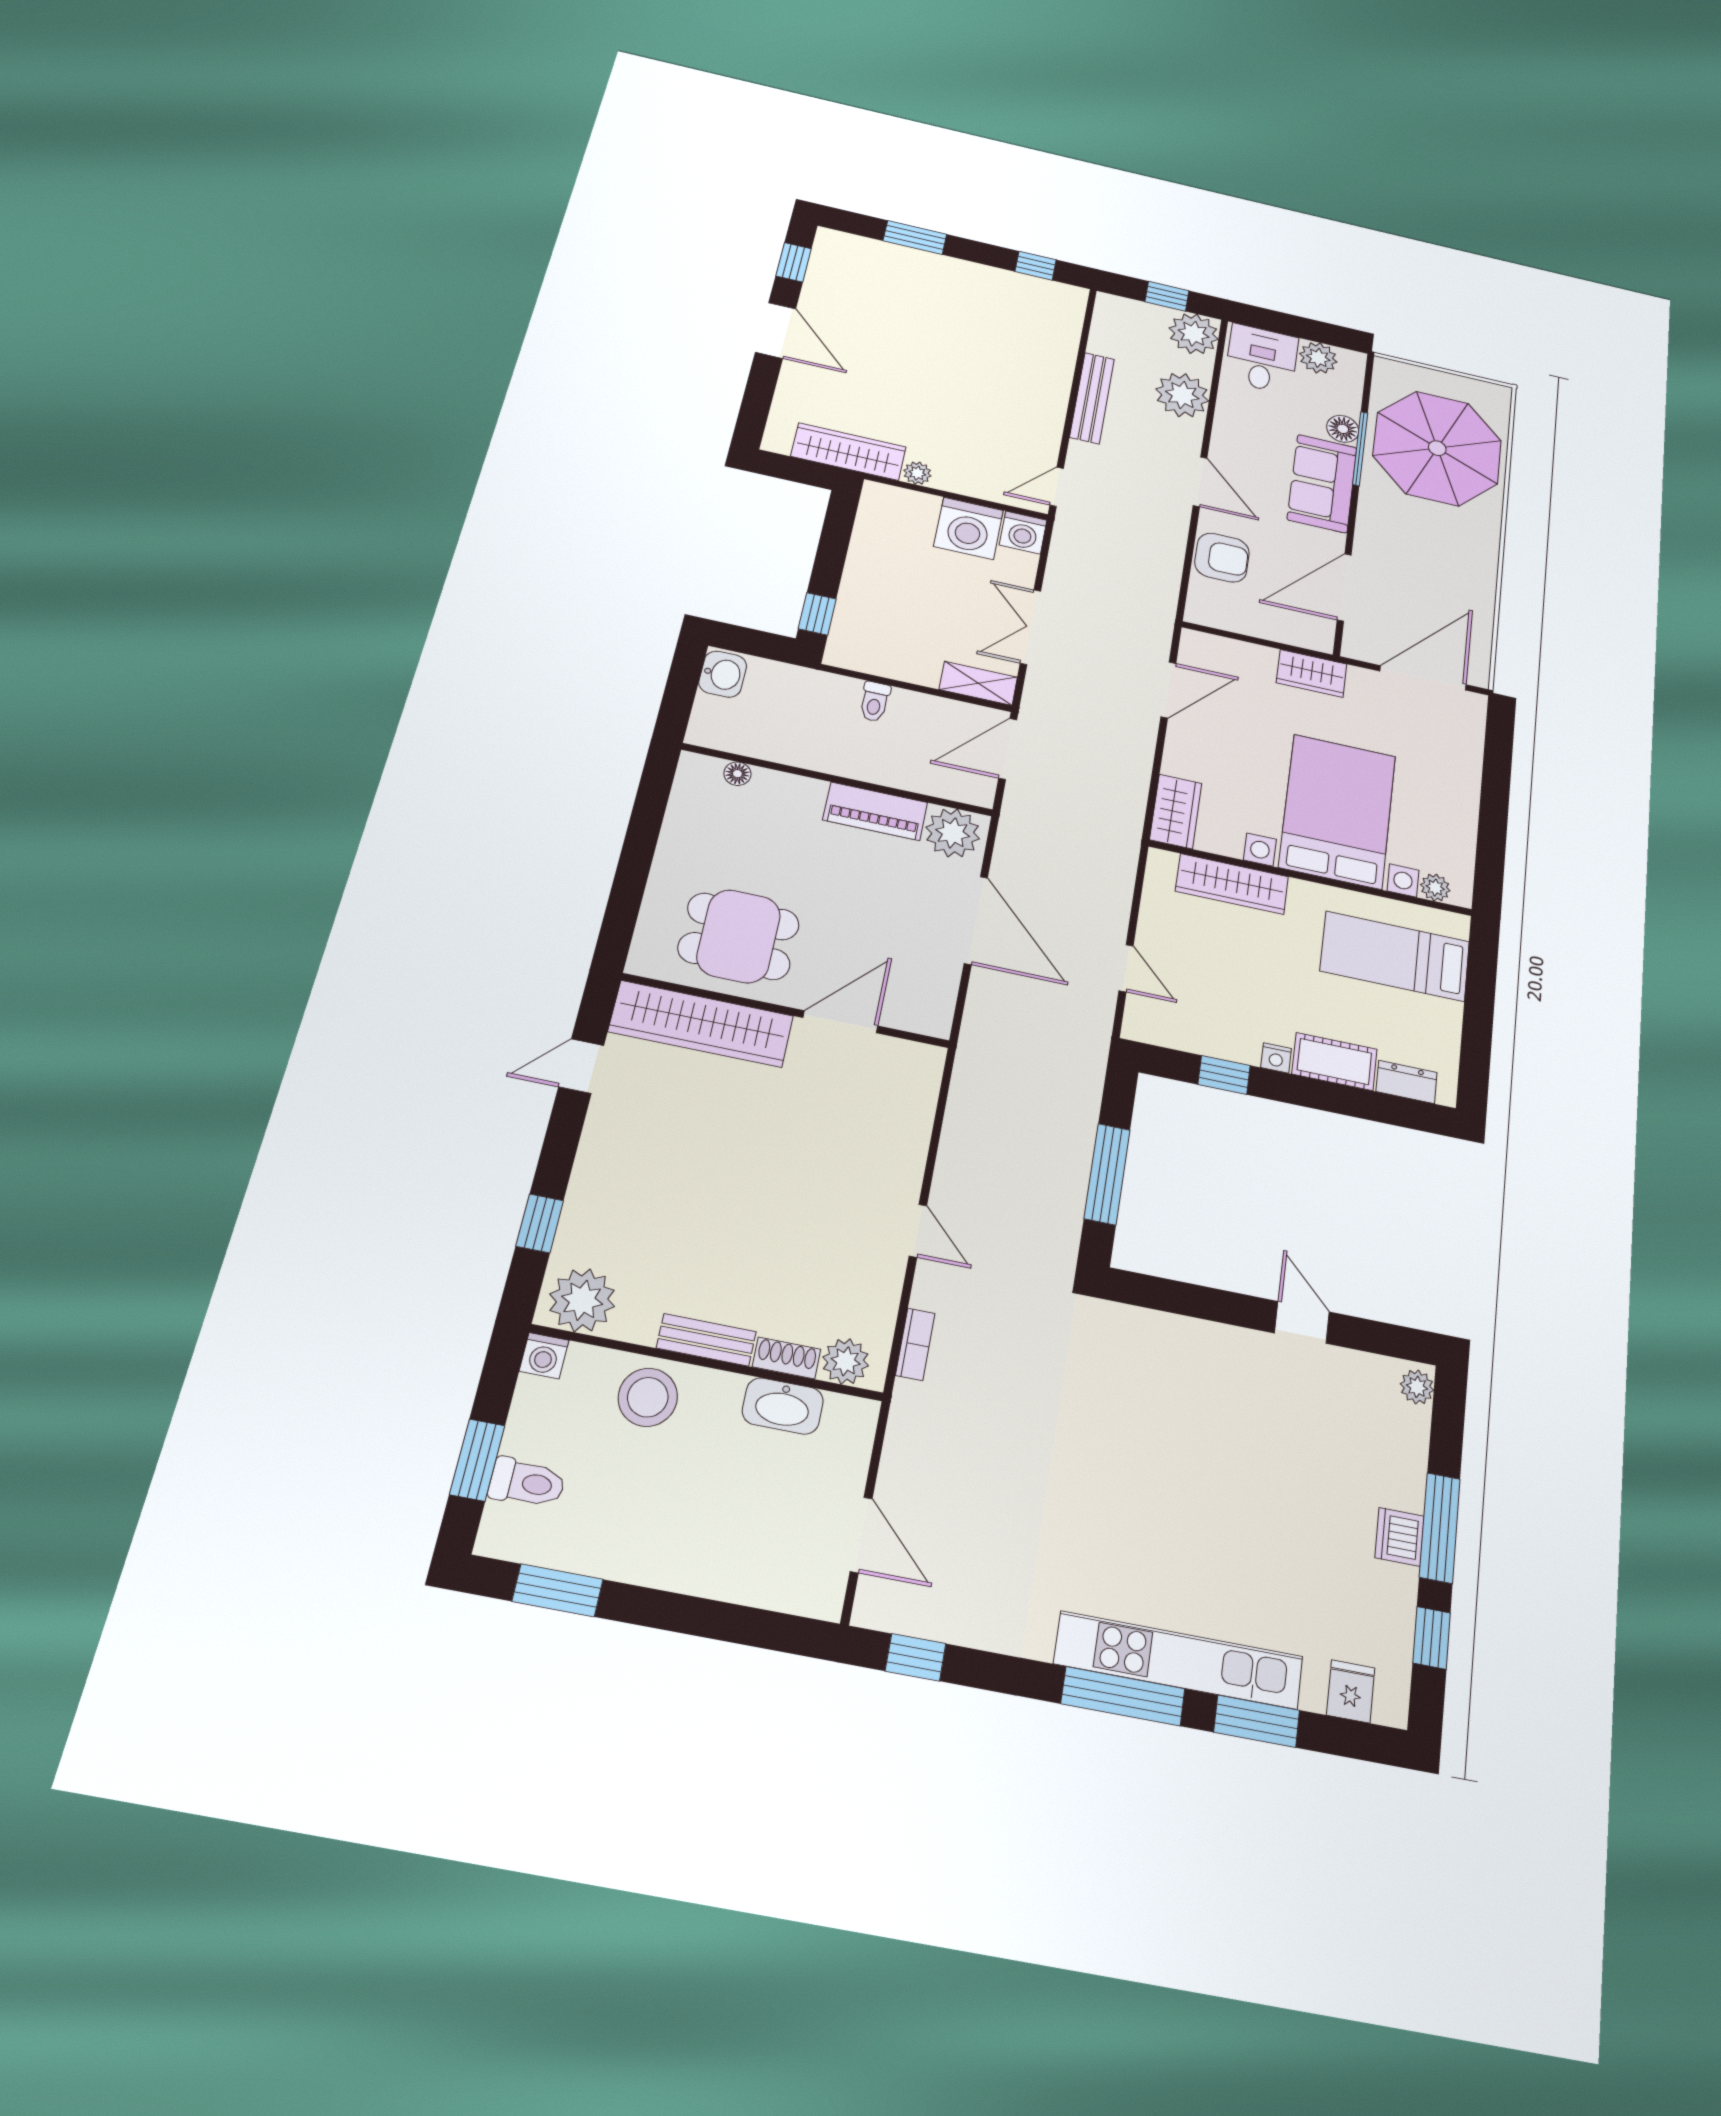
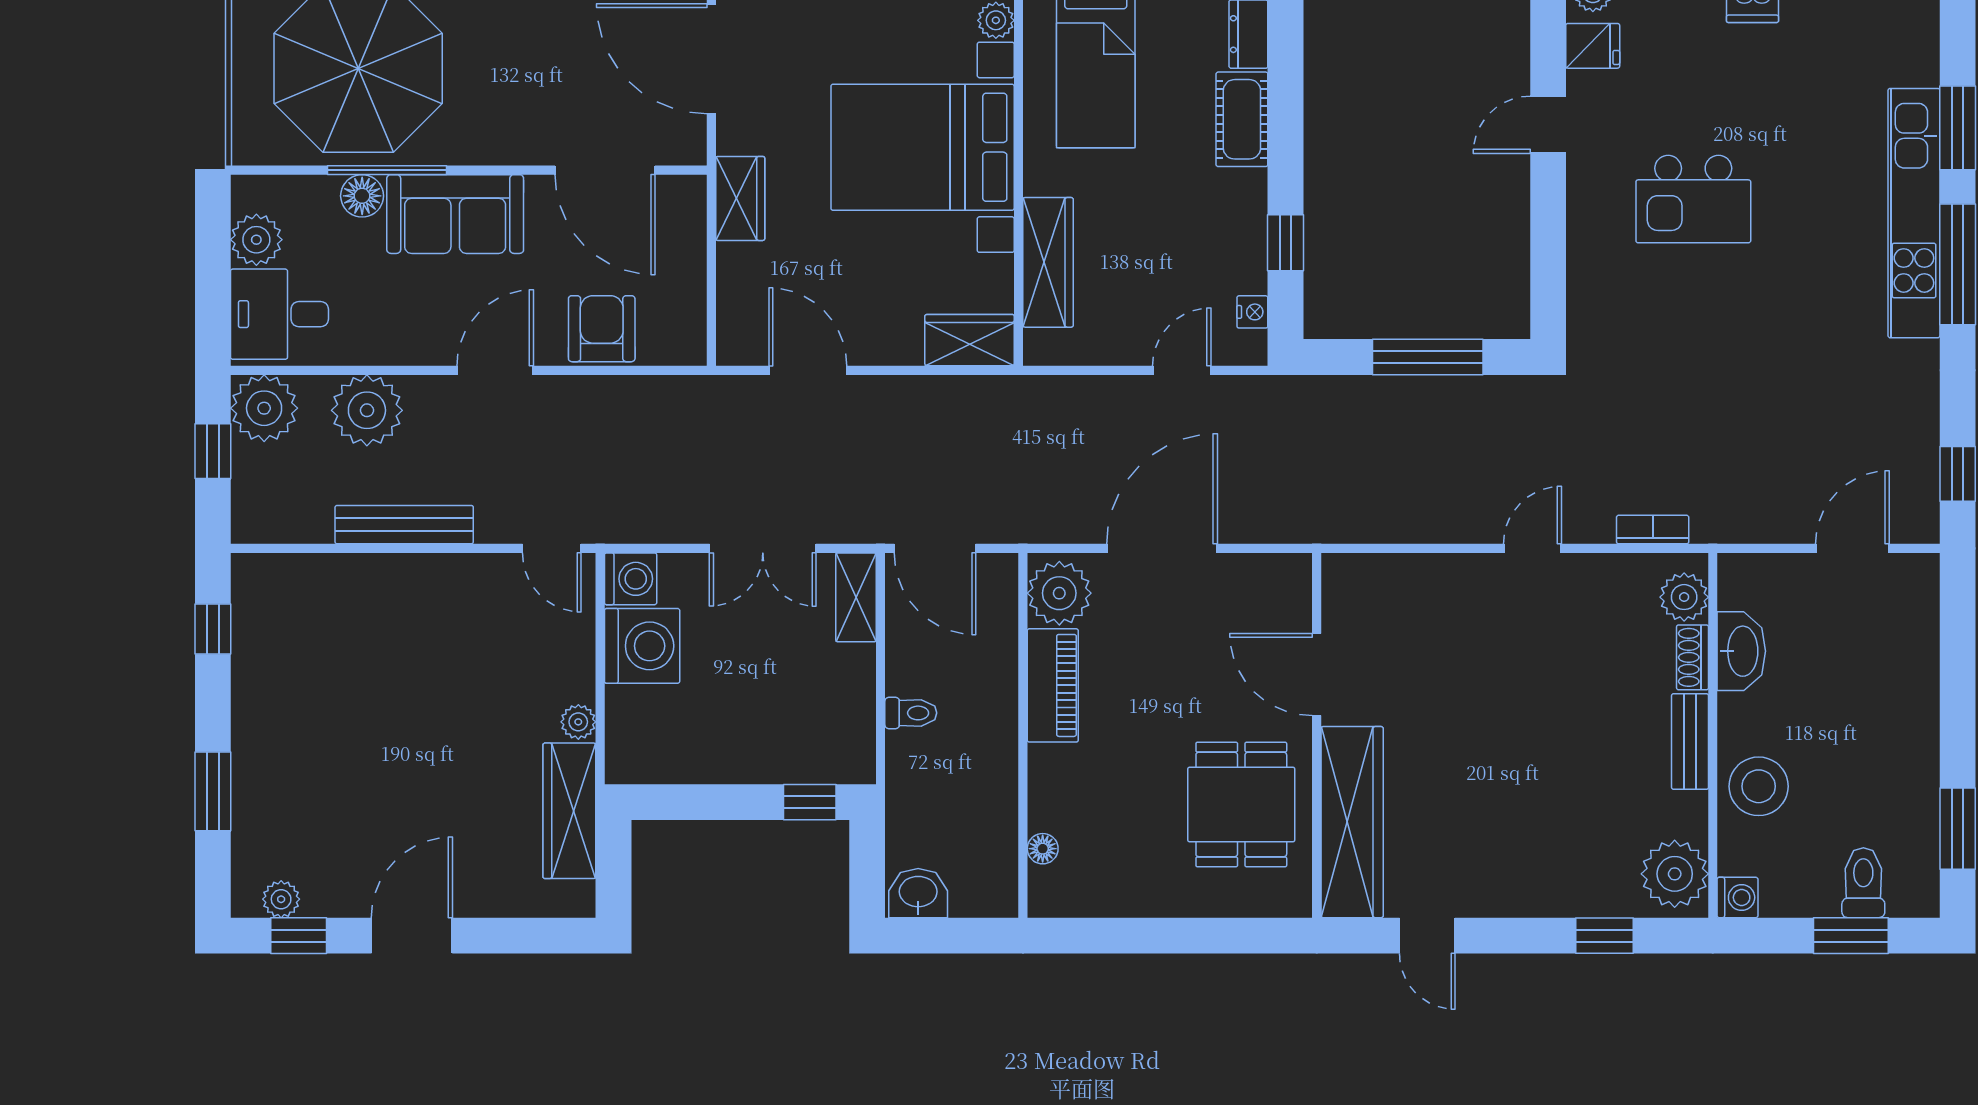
plant: (824, 258) -> (281, 899), added
nightstand: (1276, 1058) -> (1252, 312), moved
kitchen island: (1219, 1444) -> (1693, 199), added
fridge: (1351, 1691) -> (1593, 46), moved, turned 180

